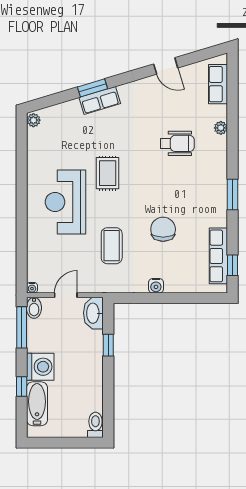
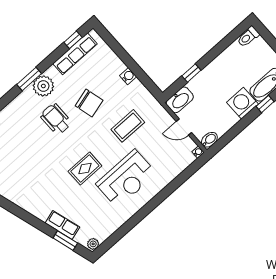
window: (92, 88) -> (65, 241), moved
row of seats: (100, 100) -> (62, 225), moved
wheelchair: (177, 143) -> (56, 119), moved
plant: (215, 202) -> (43, 86), added
chair: (163, 229) -> (89, 103), turned -105
window: (22, 327) -> (228, 137), removed

